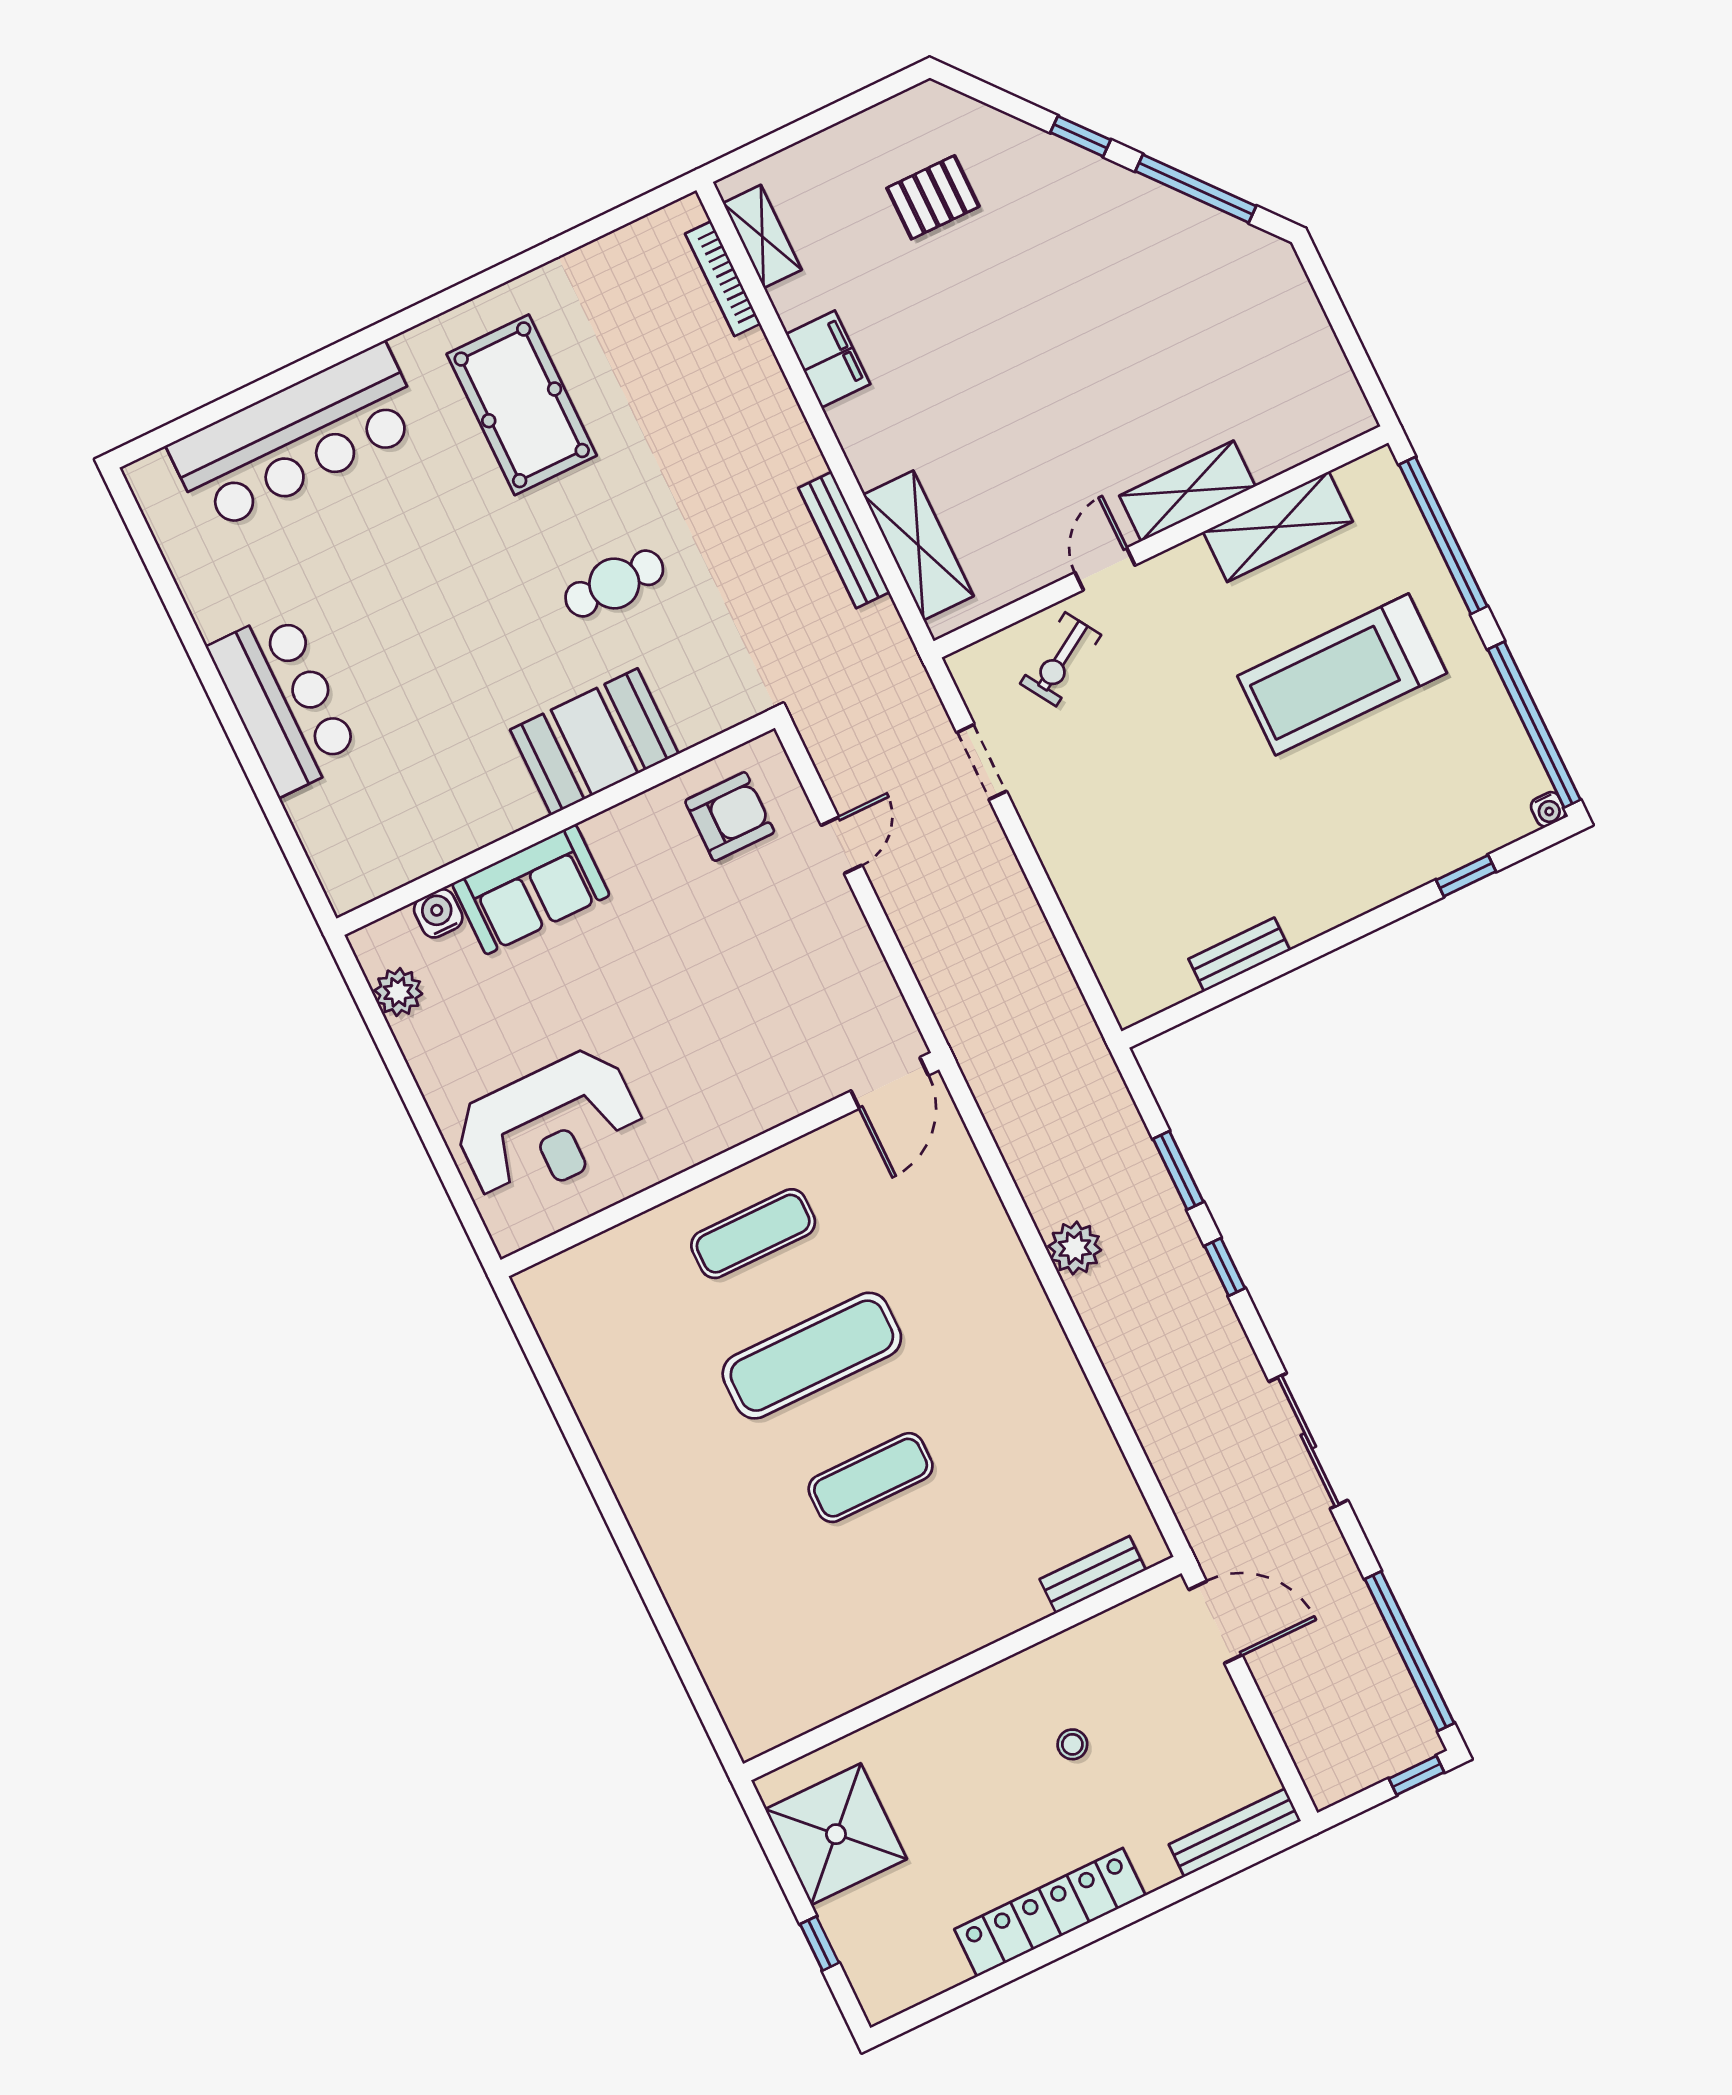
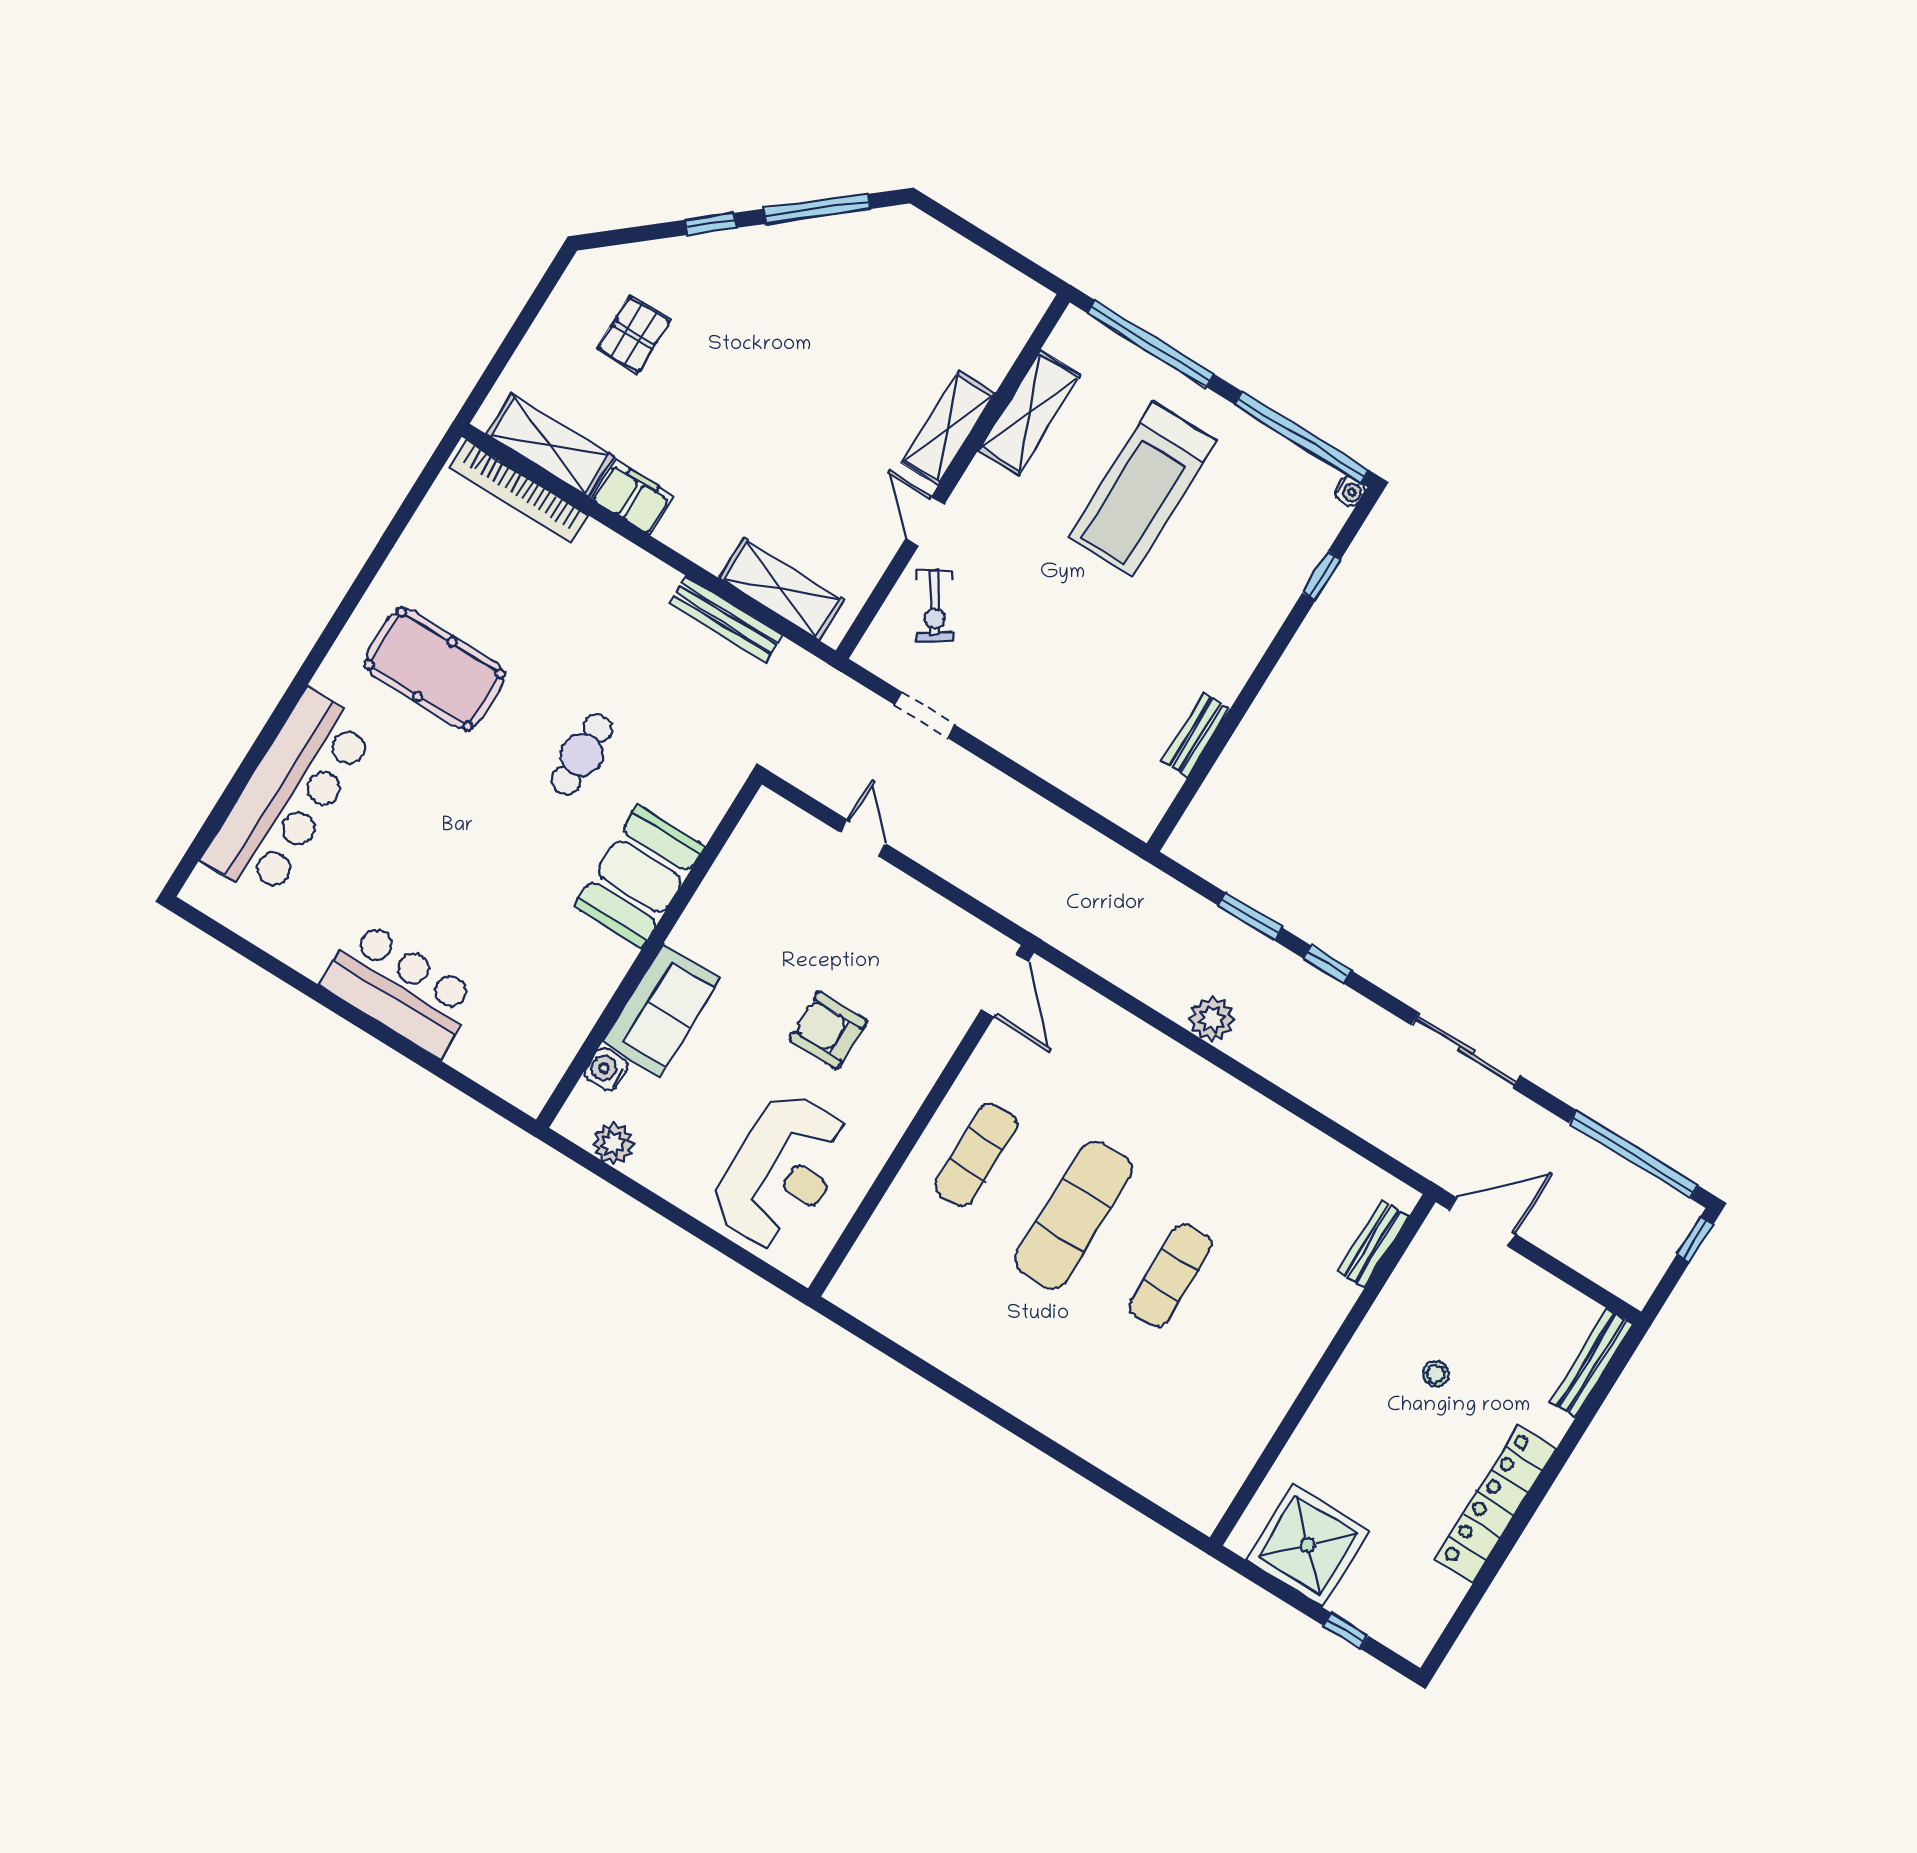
shelving: (762, 236) -> (550, 445), width x1.50, depth x1.33
bookcase: (723, 279) -> (519, 491), width x1.48, depth x1.31
armchair: (730, 817) -> (828, 1030), moved, turned -90

